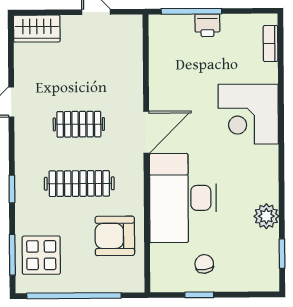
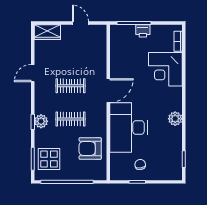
corner desk: (248, 114) -> (165, 69), moved
clothes rail: (79, 184) -> (70, 119), width x0.73
plant: (27, 188) -> (41, 121), added
plant: (266, 216) -> (175, 119), moved

